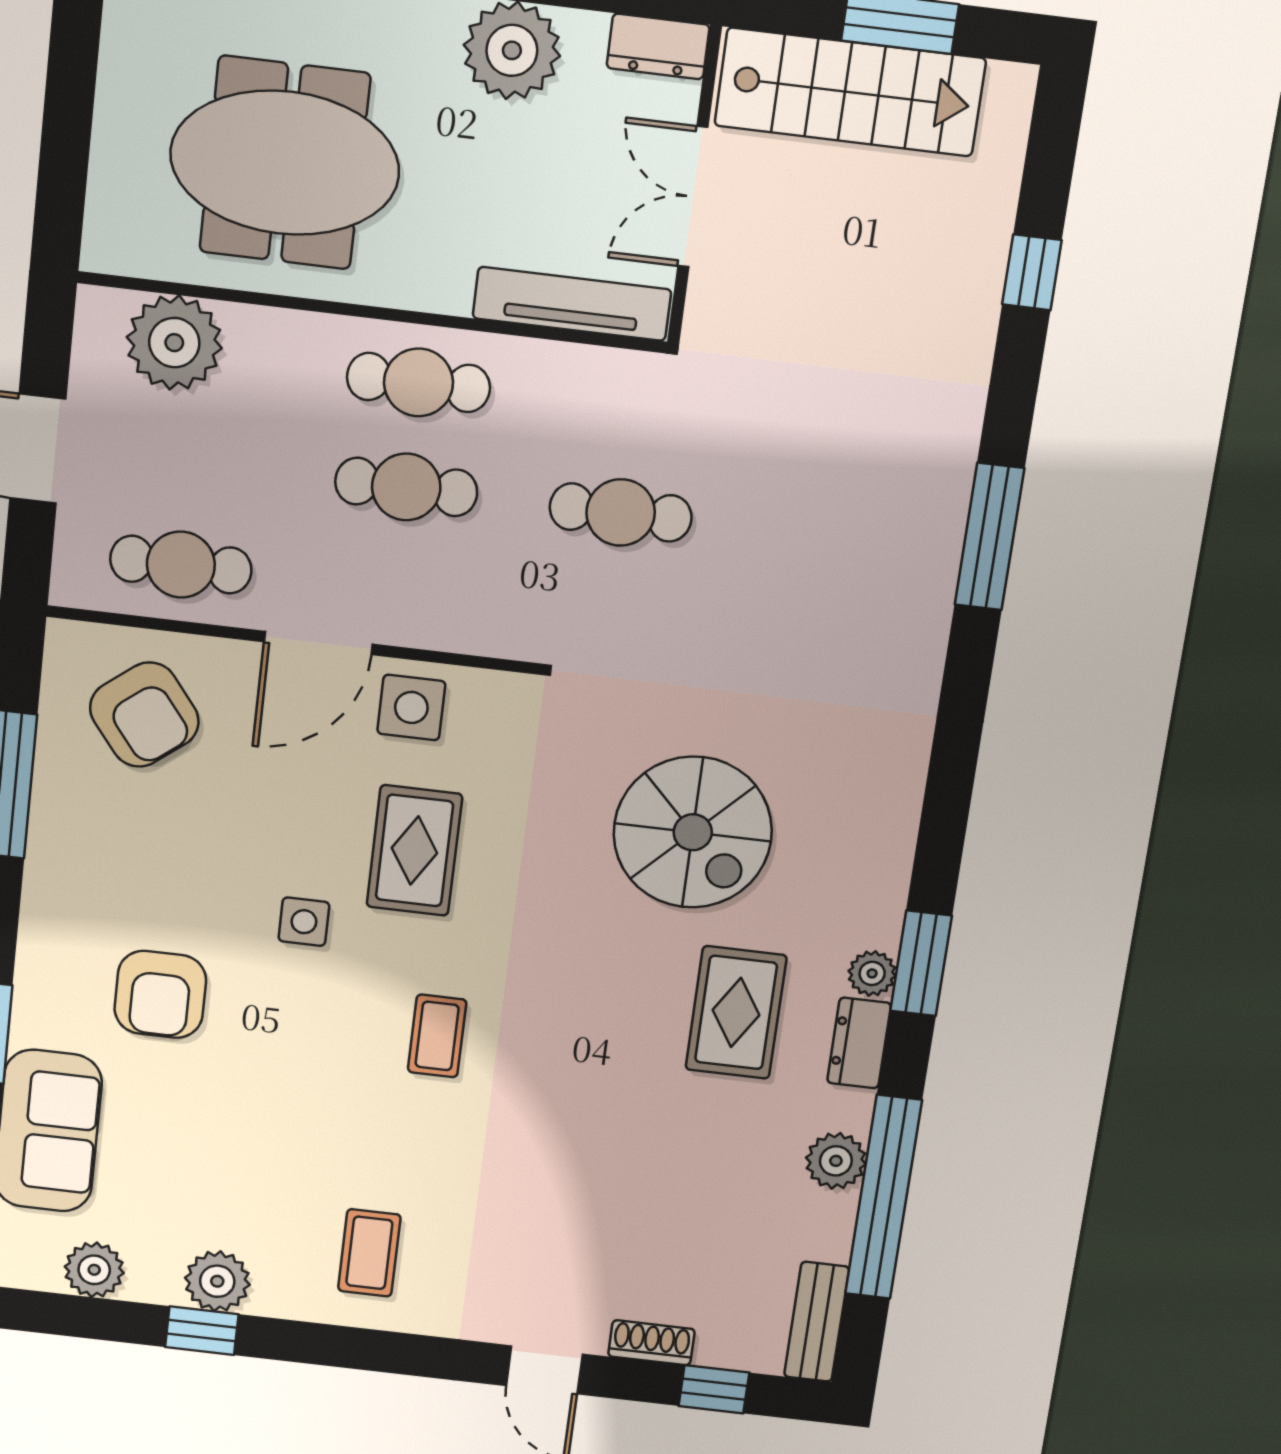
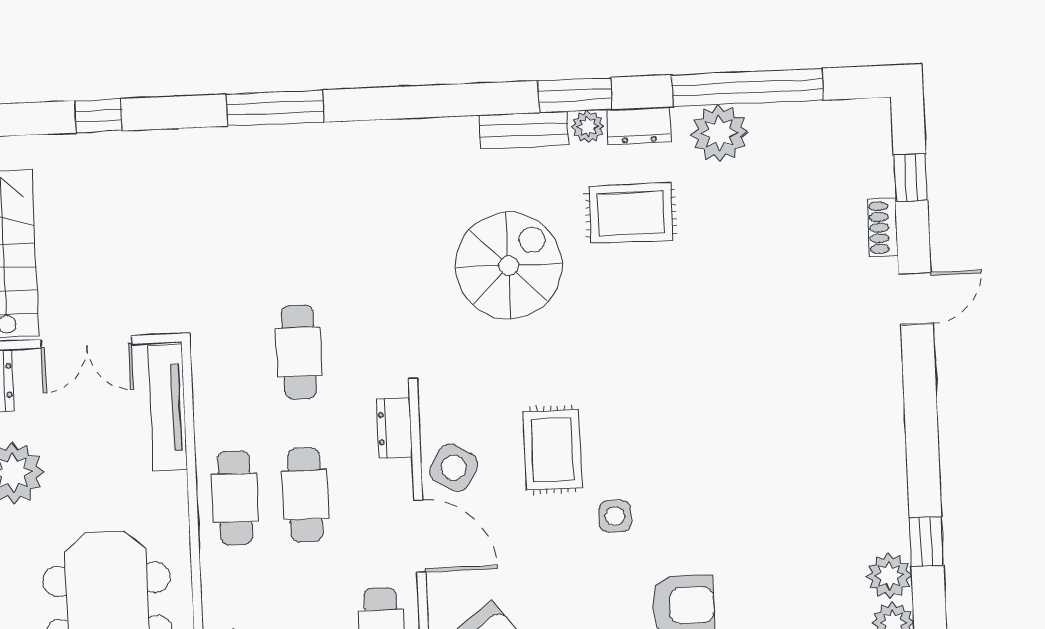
dresser: (484, 632) -> (394, 428), added
side table: (411, 707) -> (454, 468), turned 30
rug: (414, 850) -> (552, 450), turned 90
coffee table: (437, 1036) -> (682, 413), removed
plant: (836, 1161) -> (719, 133), width x1.36, depth x1.36
coffee table: (369, 1253) -> (848, 434), removed
plant: (217, 1281) -> (889, 576), moved
bench: (817, 1322) -> (524, 130), moved

